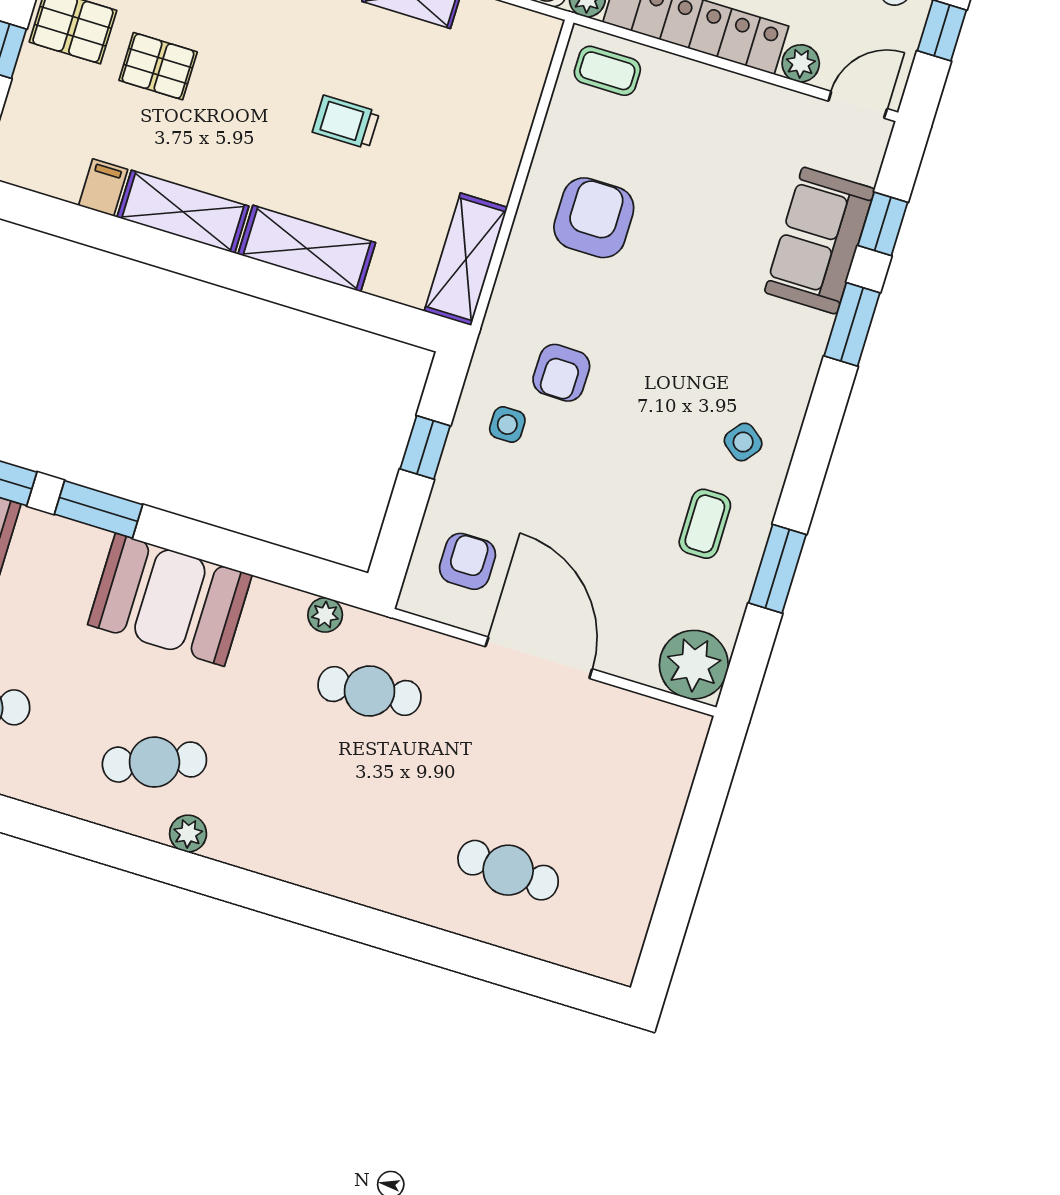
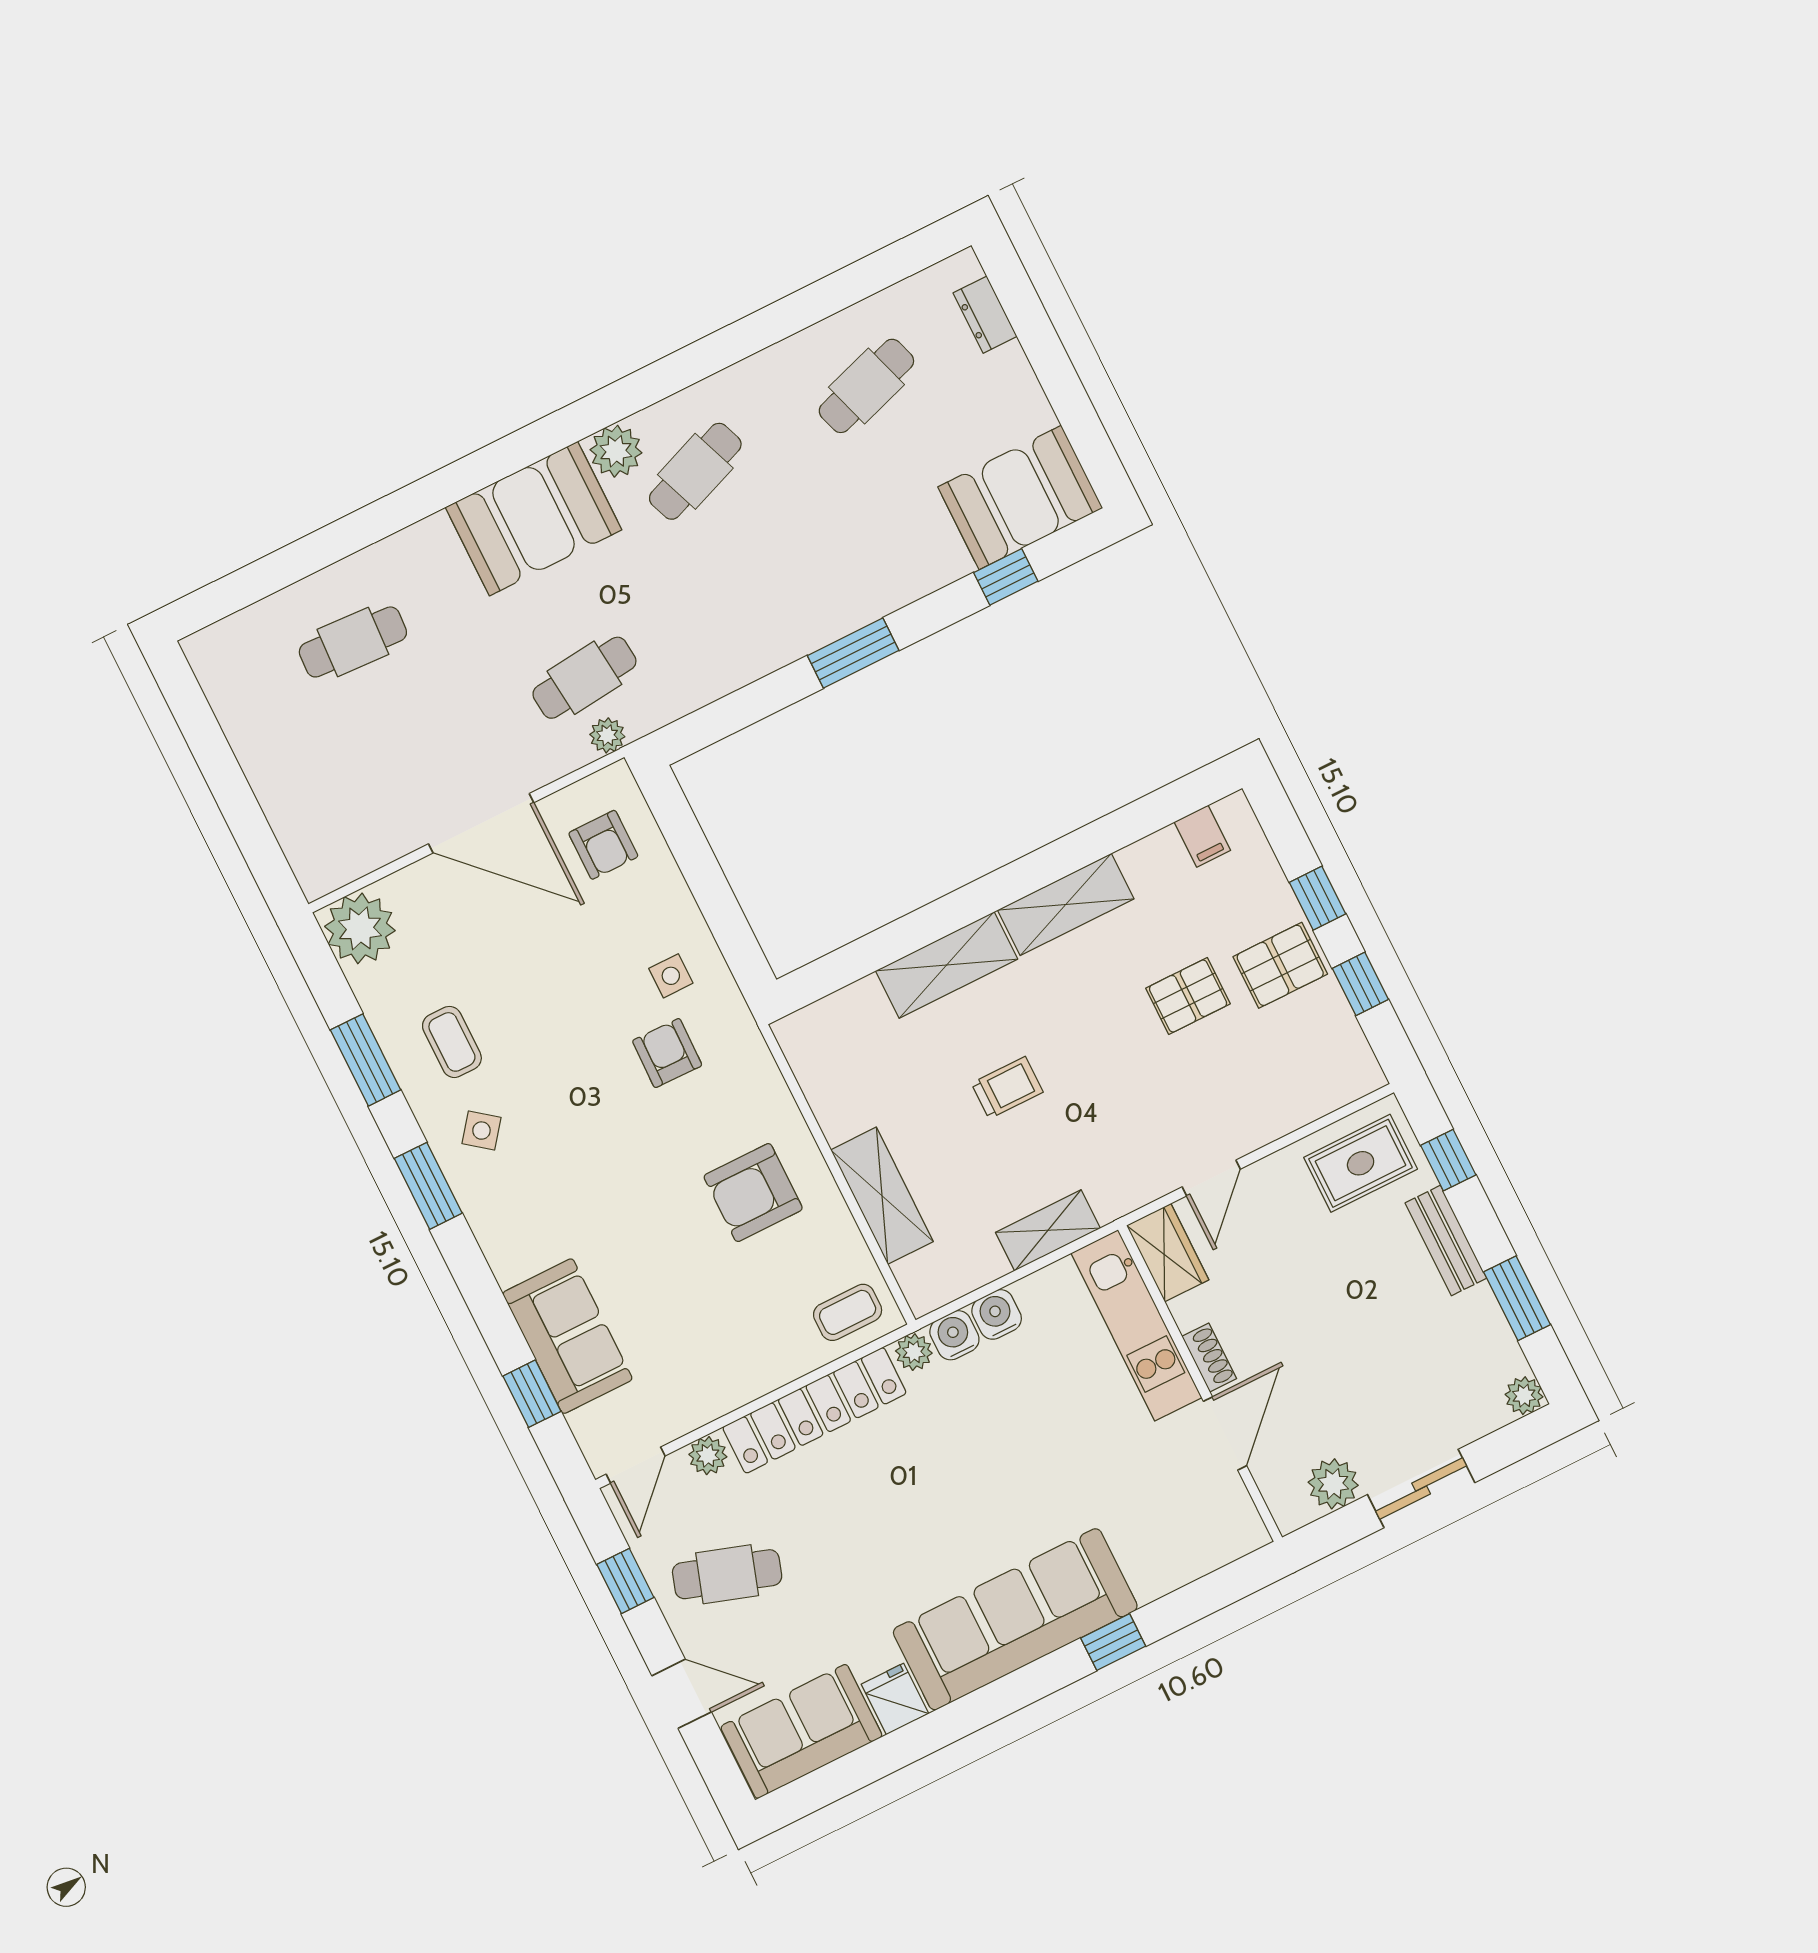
filing cabinet: (103, 187) -> (1202, 836), moved
armchair: (594, 218) -> (753, 1193), turned 90
shelving: (466, 259) -> (882, 1196), moved
window: (852, 324) -> (428, 1186), moved
window: (425, 447) -> (716, 900), removed
window: (98, 509) -> (853, 653), moved
booth: (170, 600) -> (534, 519), moved
plant: (325, 615) -> (607, 735), moved
plant: (188, 834) -> (616, 451), width x1.38, depth x1.38

